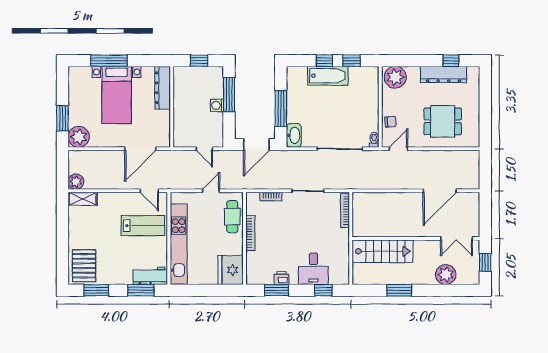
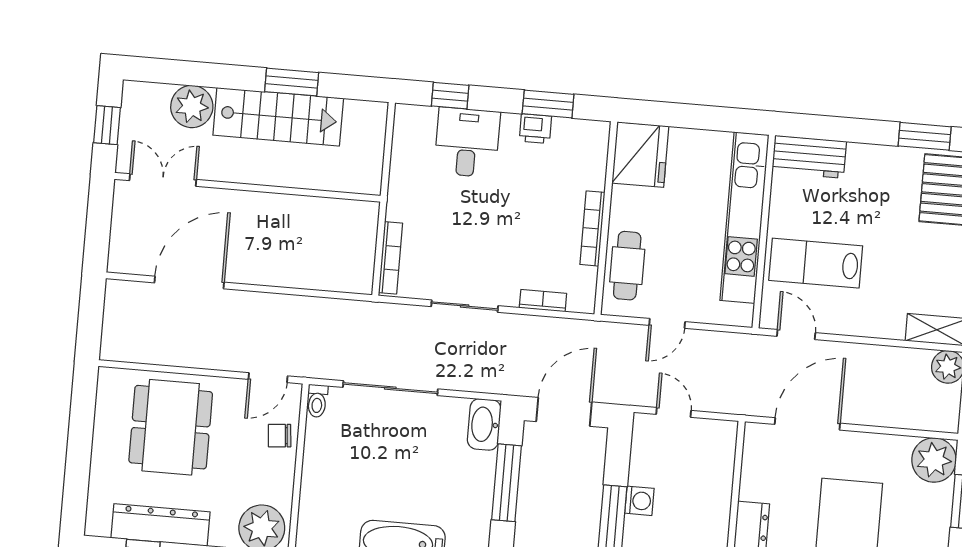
dining table: (443, 121) -> (171, 427), width x1.37
stairs: (383, 251) -> (278, 117), moved, turned 180
window: (141, 290) -> (832, 128), removed

